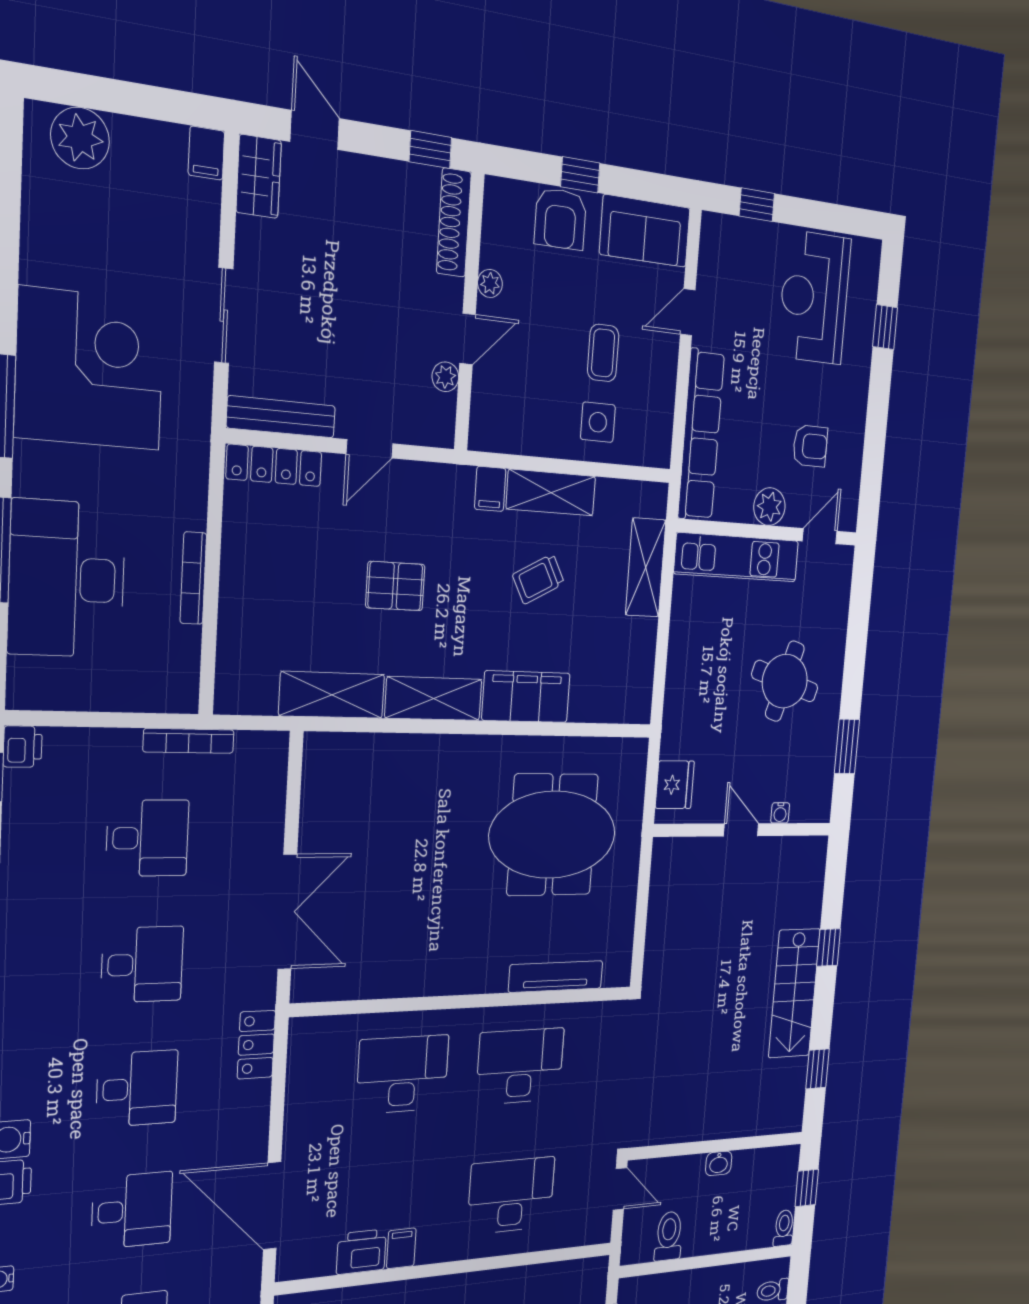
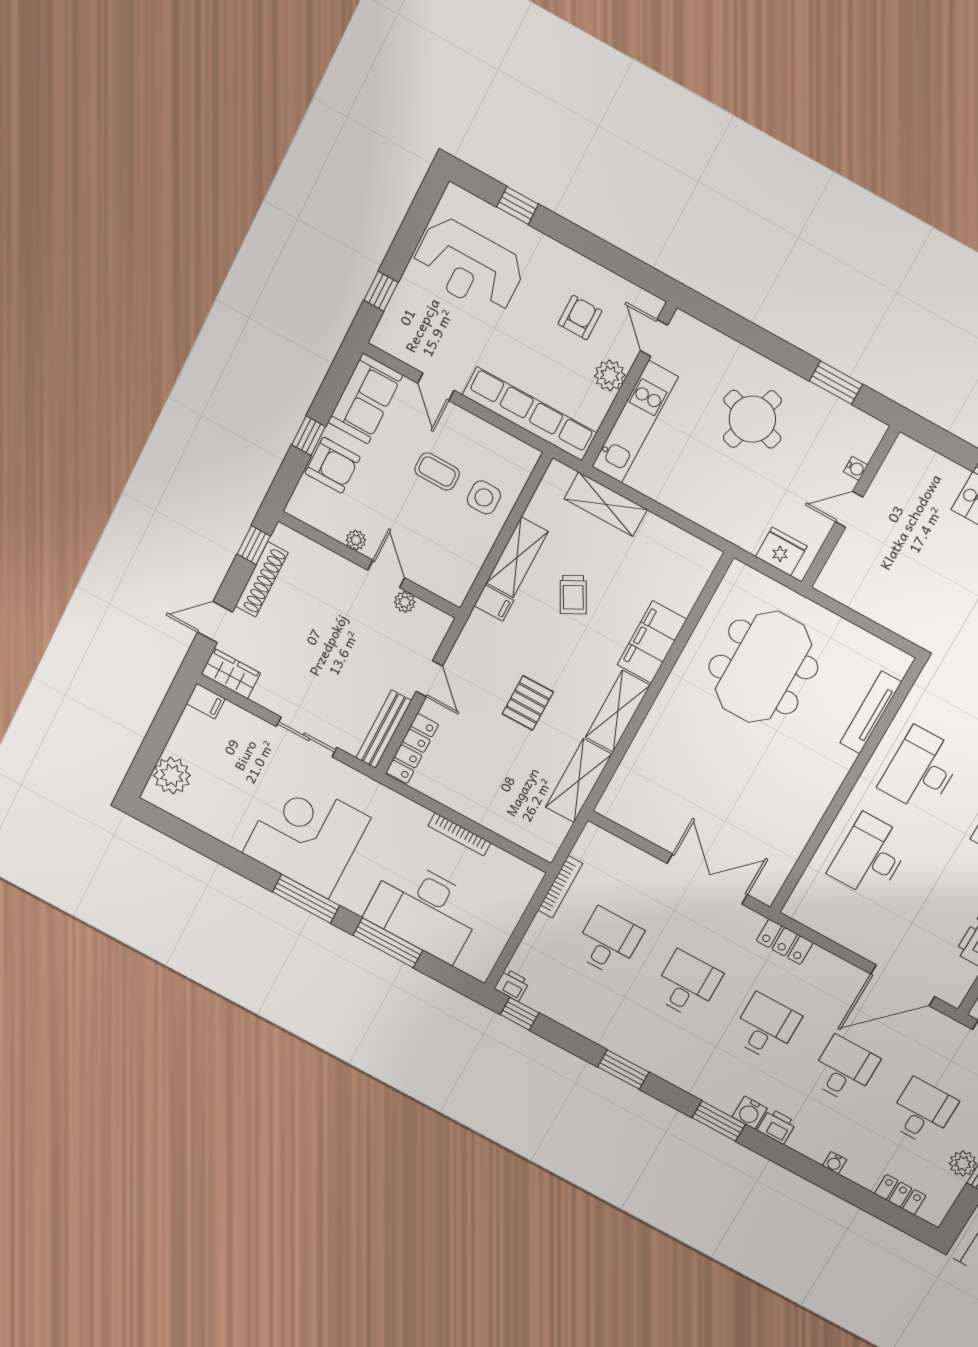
shoe rack: (454, 223) -> (262, 579), moved, turned -90

